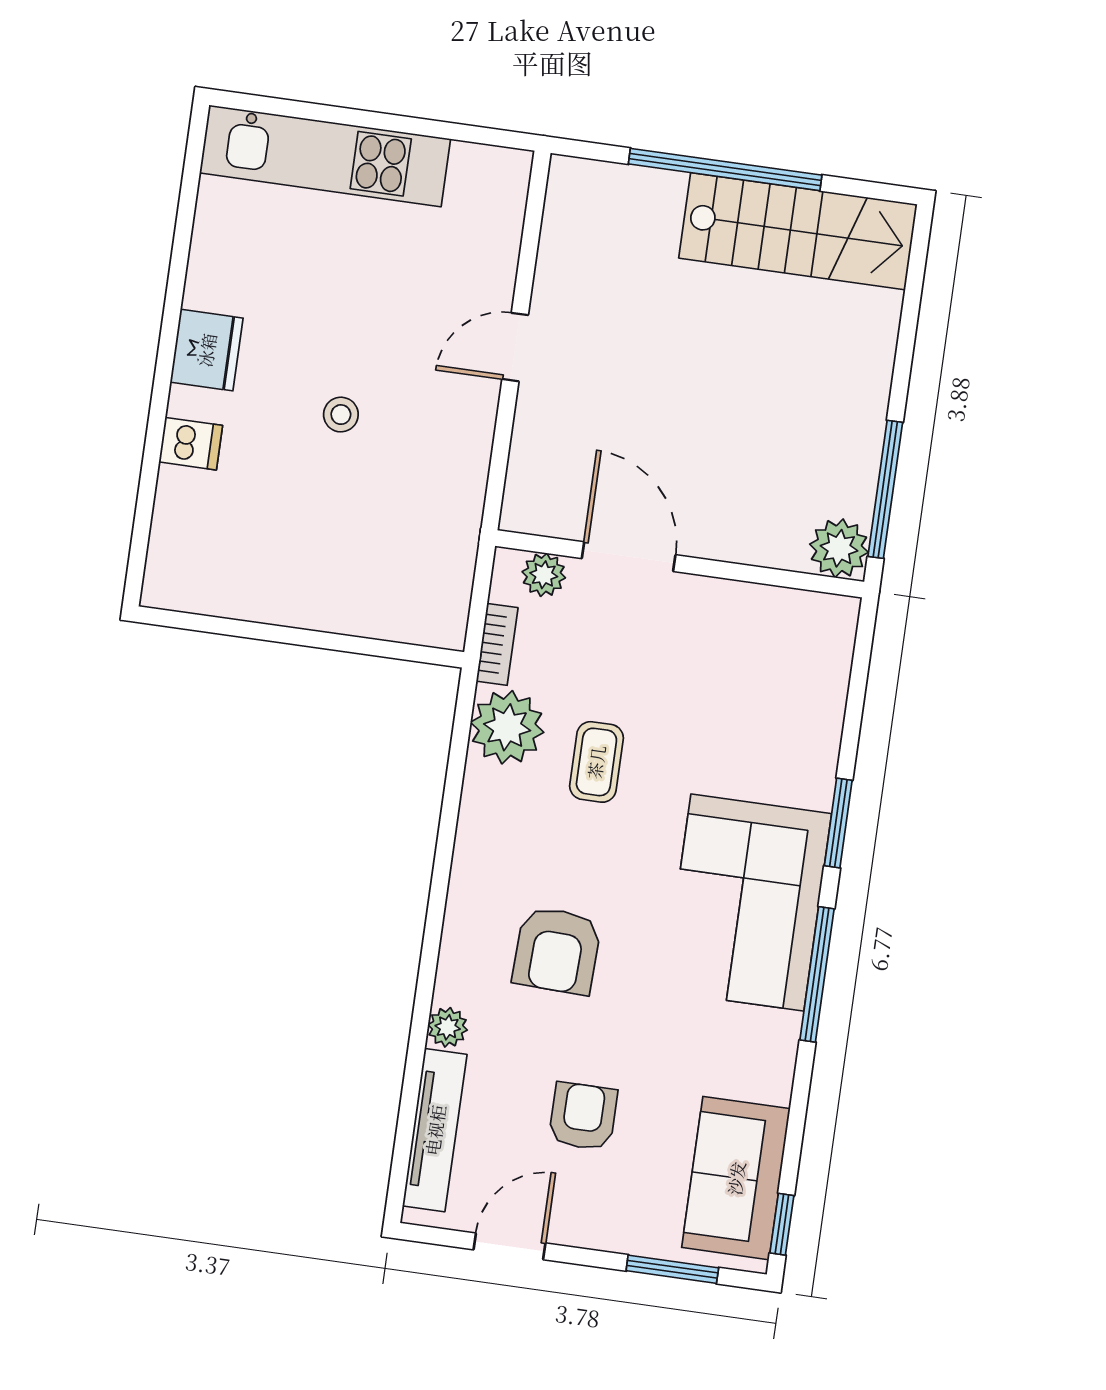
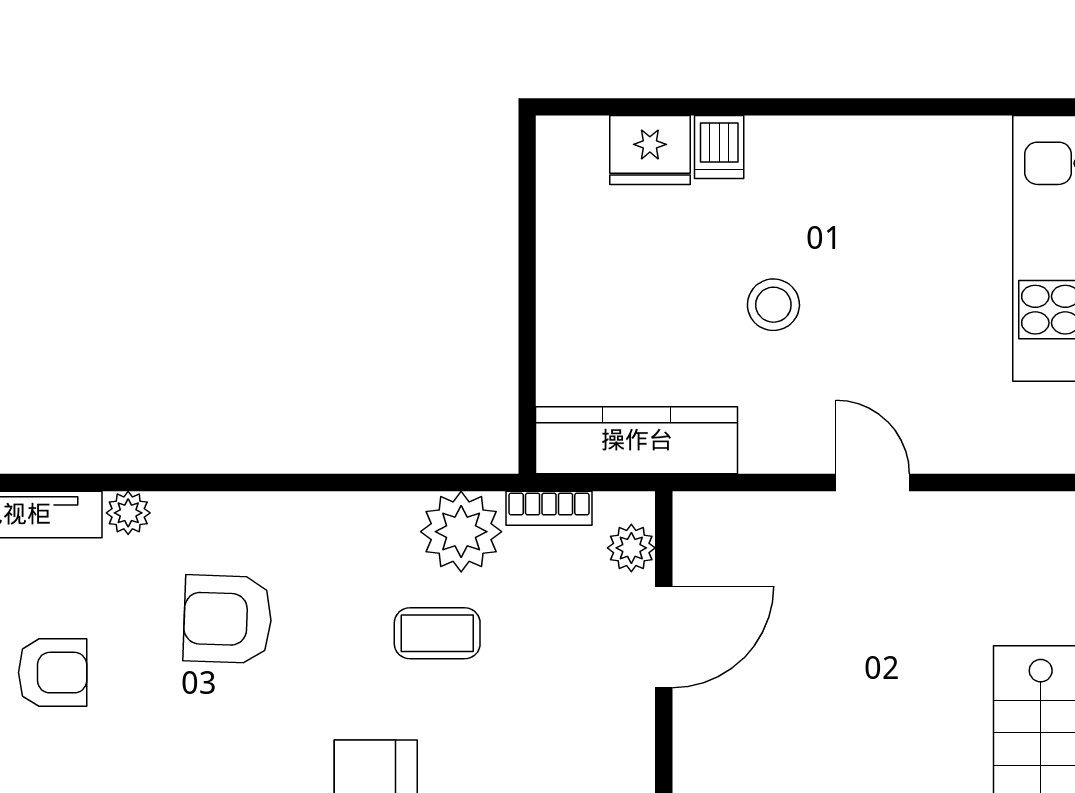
fridge: (207, 350) -> (650, 150), moved
stool: (341, 415) -> (773, 305), width x1.37, depth x1.37
kitchen counter: (447, 556) -> (637, 440), added

